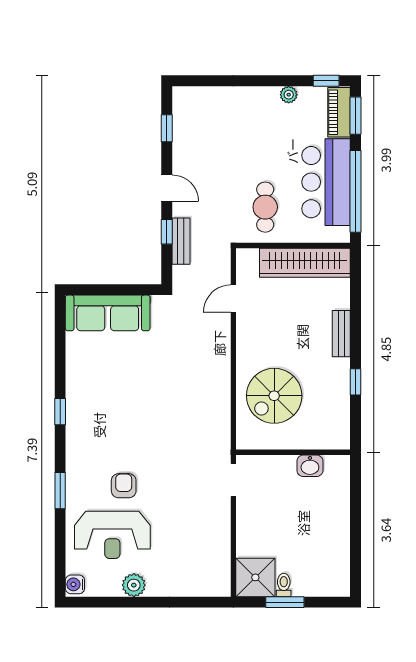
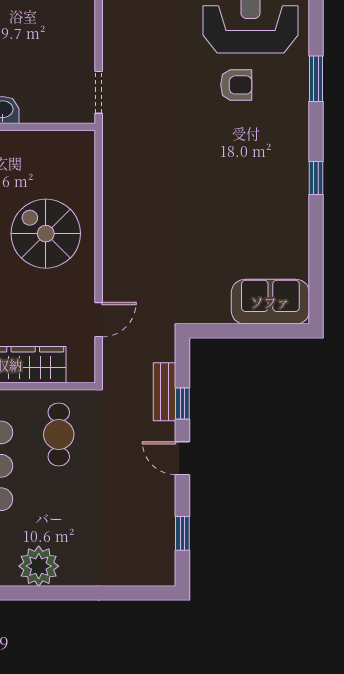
plant: (289, 95) -> (39, 566), width x1.87, depth x1.87
sofa: (108, 313) -> (270, 302), width x0.73
spiral stairs: (274, 396) -> (46, 234), moved, turned -90
armchair: (124, 486) -> (236, 85), turned -90

